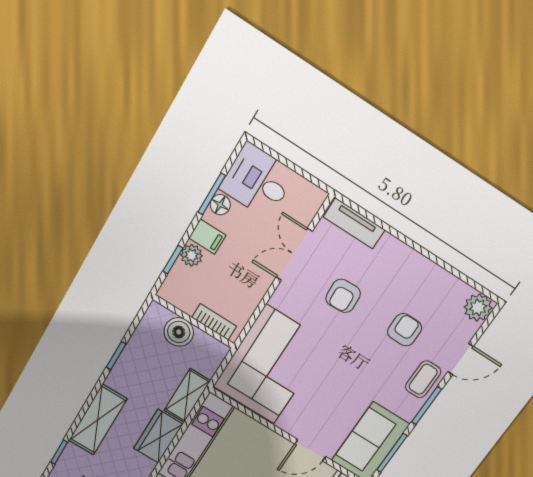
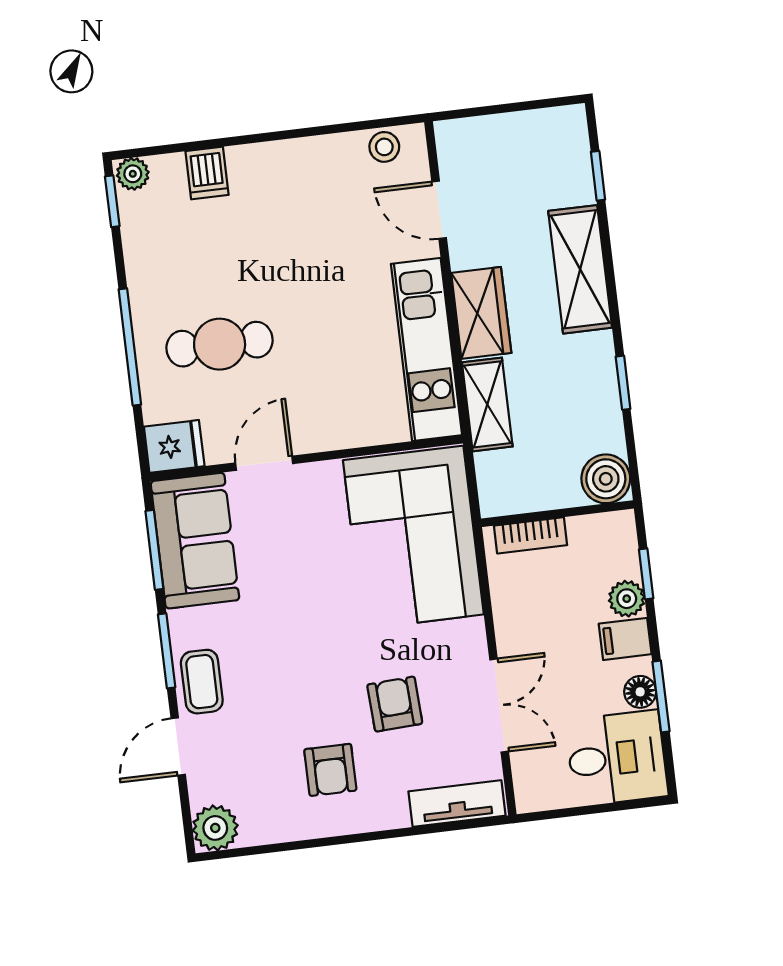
armchair: (405, 330) -> (330, 770), moved
boiler: (179, 332) -> (606, 479), moved

